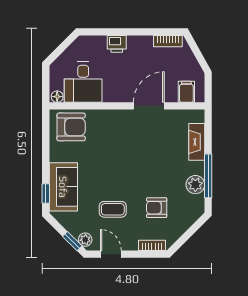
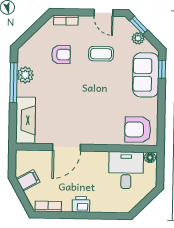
printer: (117, 44) -> (81, 204), moved
filing cabinet: (186, 92) -> (28, 180), moved, turned -119
fireplace: (197, 142) -> (26, 120), width x1.37, depth x1.32
plant: (85, 240) -> (138, 38), moved

